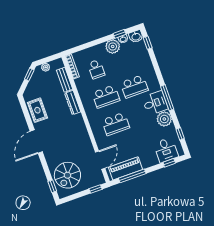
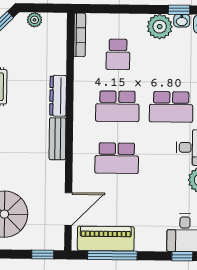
bench: (65, 80) -> (58, 139), moved

